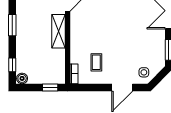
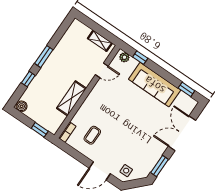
shelving: (59, 31) -> (71, 98), moved
window: (12, 65) -> (28, 79), moved

